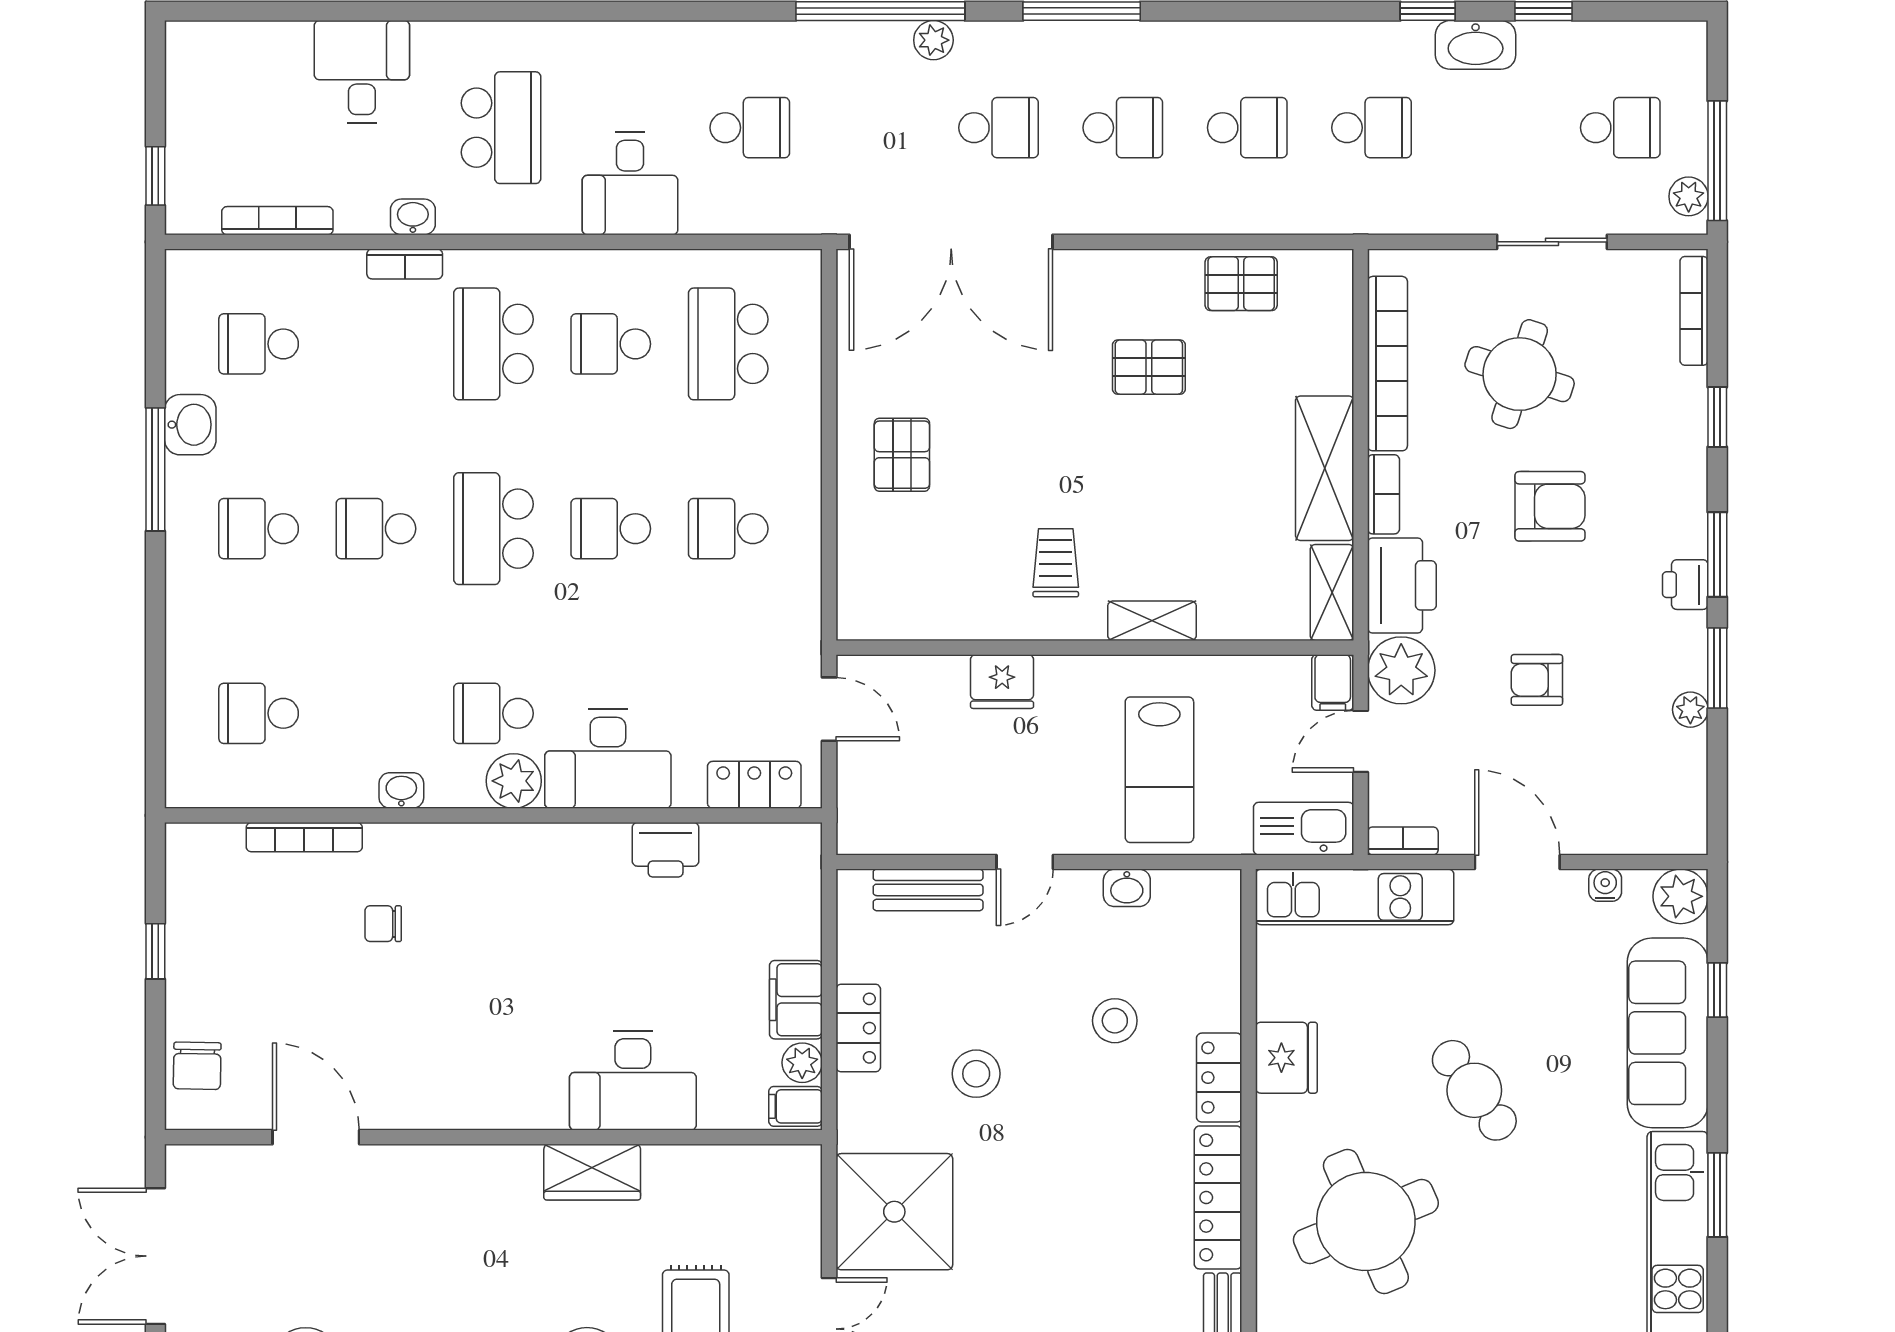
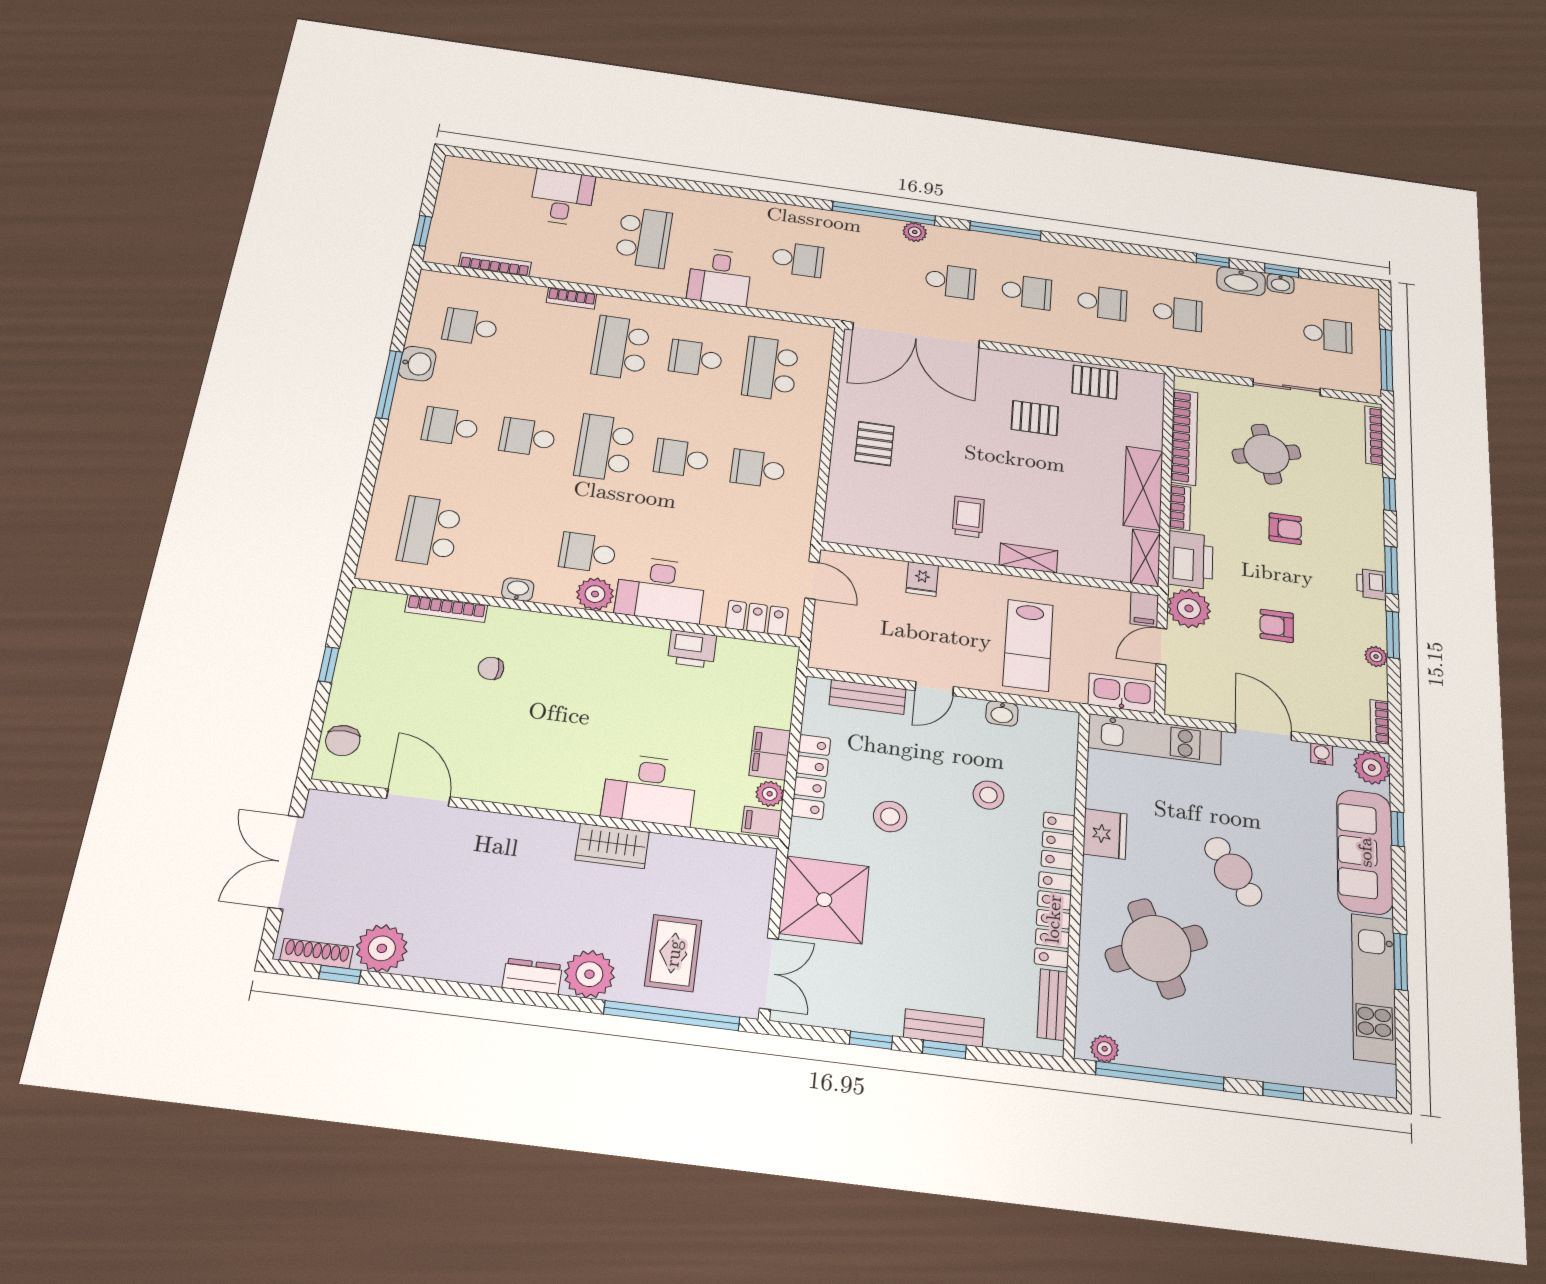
plant: (1689, 196) -> (1369, 376), removed
washbasin: (413, 217) -> (1281, 284), moved, turned 180
round table: (1520, 374) -> (1266, 454), turned -32
armchair: (1550, 506) -> (1285, 529), width x0.72, depth x0.72
fridge: (1002, 682) -> (922, 579), width x0.72
school desk: (259, 713) -> (429, 531), width x1.85
bookcase: (1403, 841) -> (1380, 722), moved, turned -90
locker: (858, 1028) -> (811, 777), width x1.53

